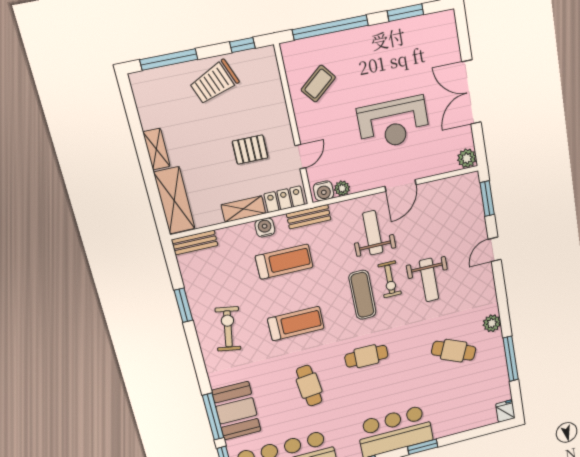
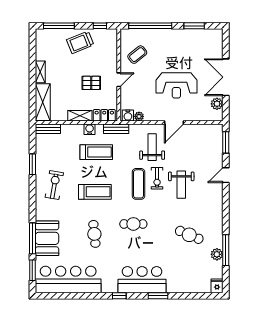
door: (300, 157) -> (119, 80), moved
plant: (467, 158) -> (217, 104), moved
plant: (492, 323) -> (217, 254), moved

